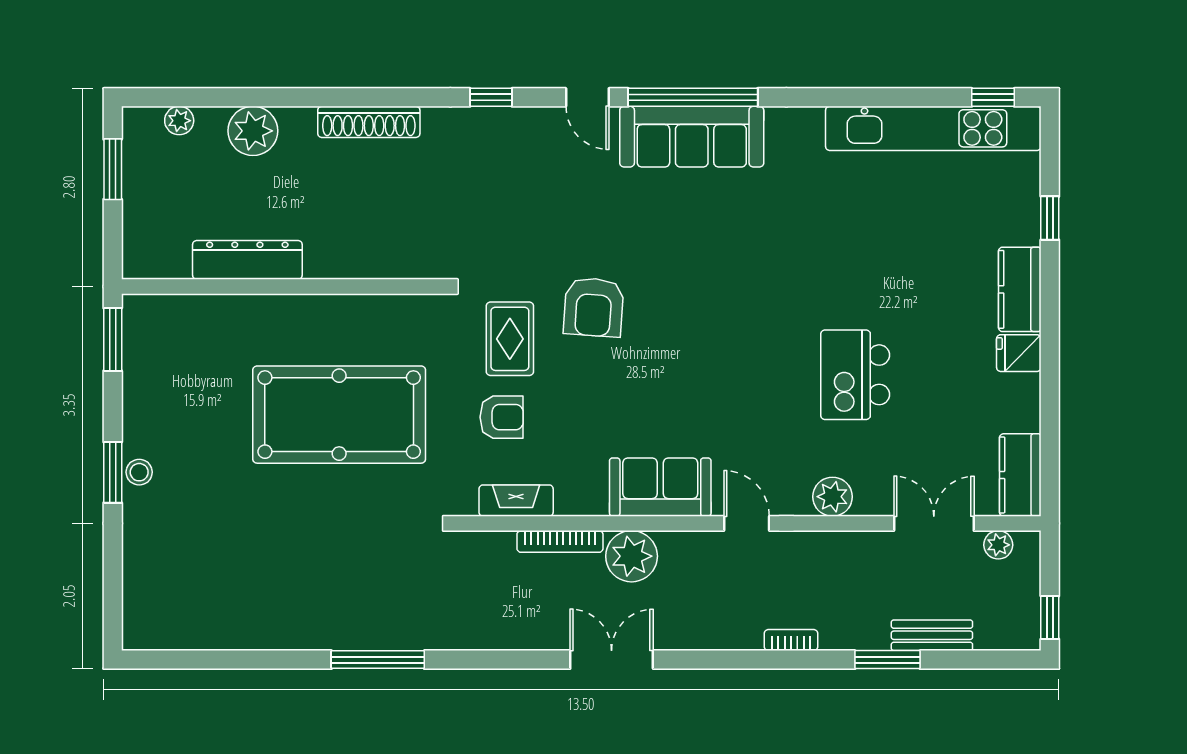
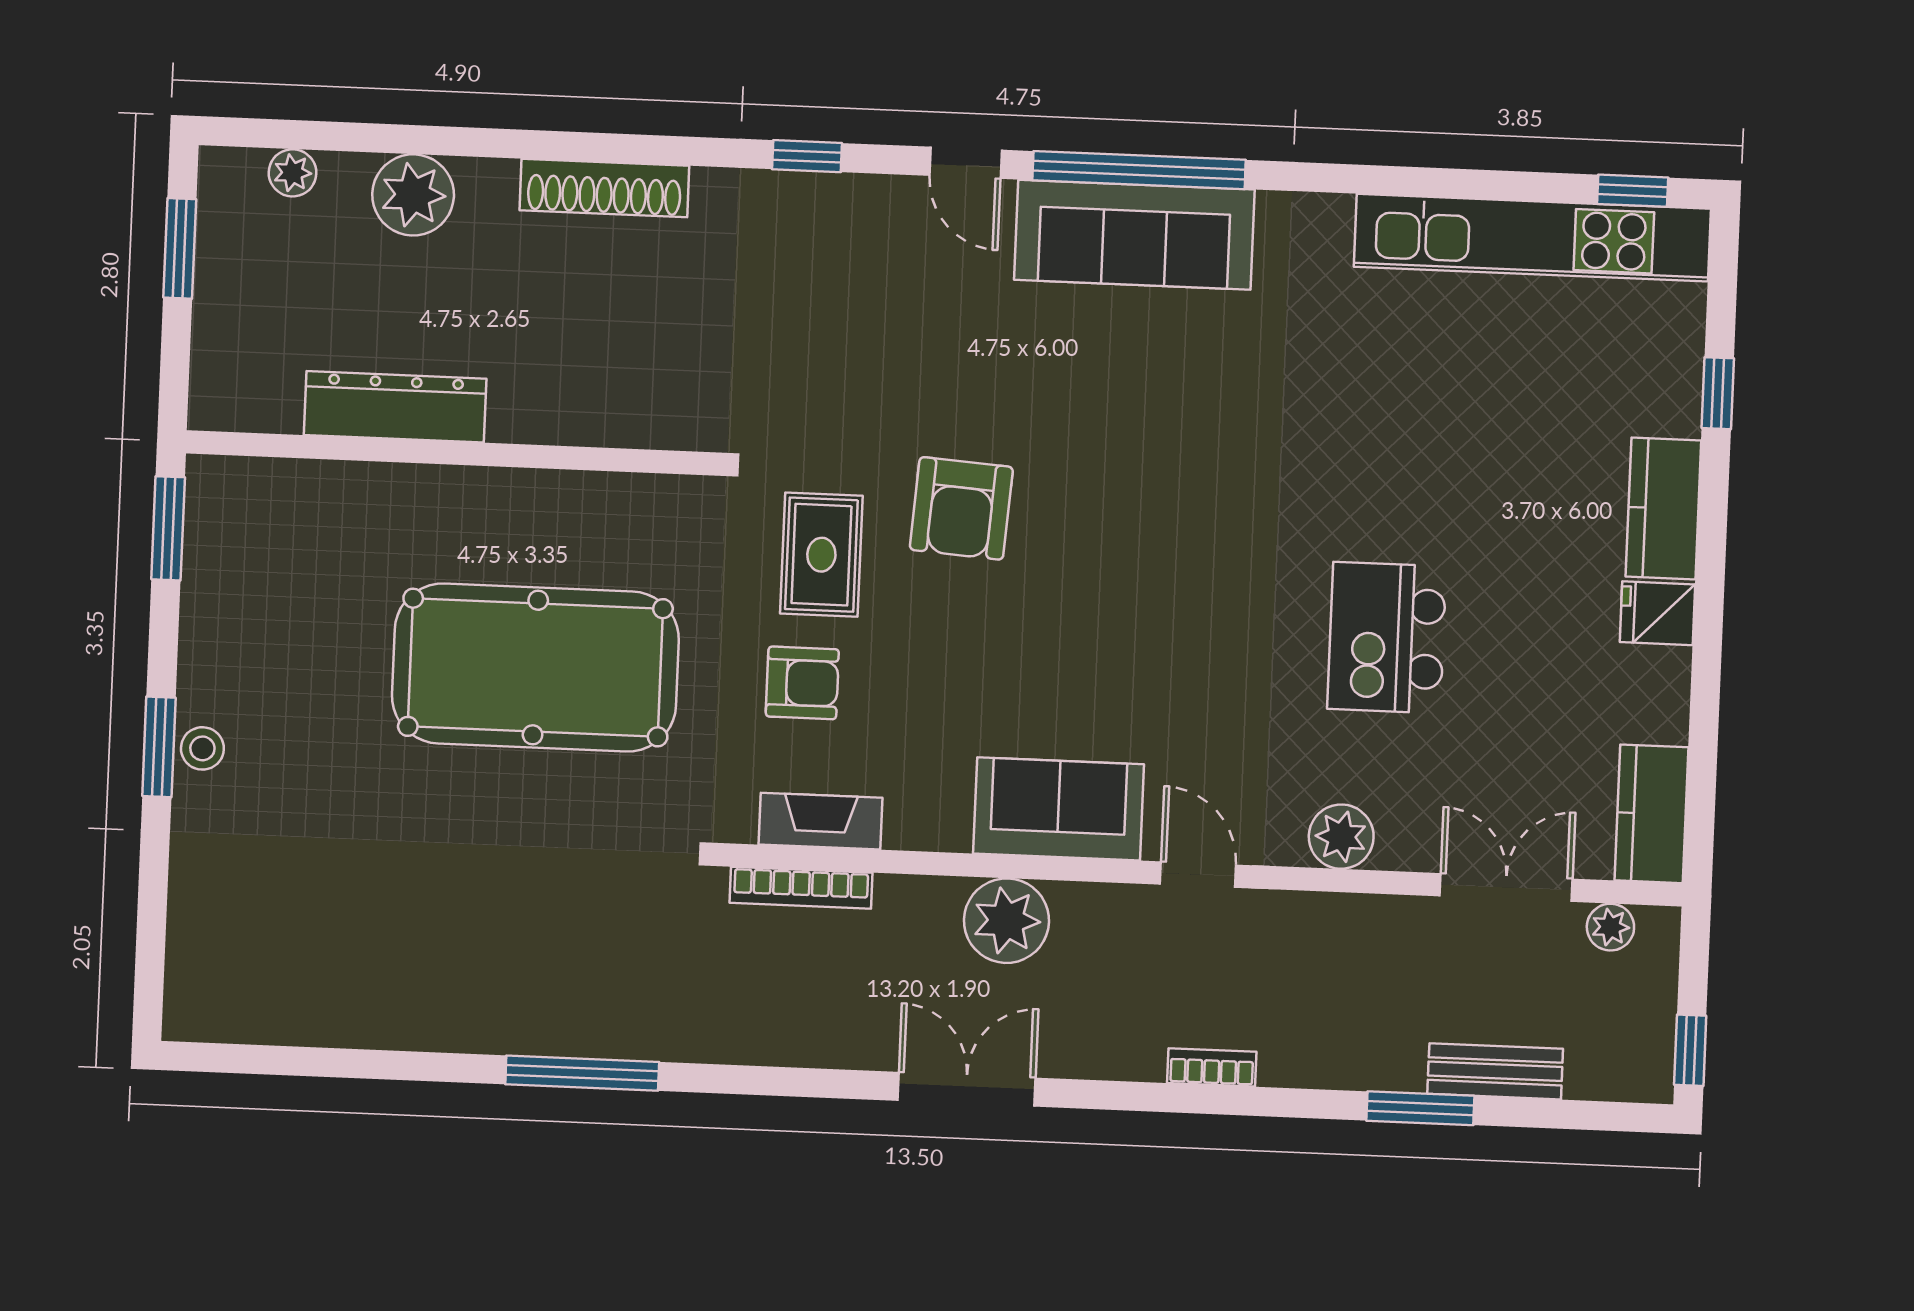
bookcase: (560, 541) -> (801, 888), moved
bookcase: (791, 640) -> (1212, 1067), moved

